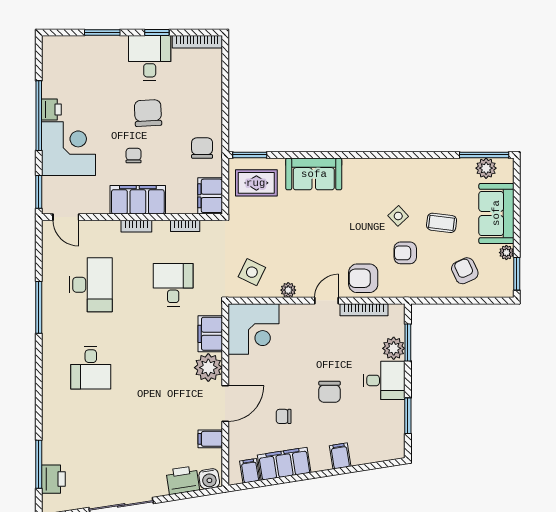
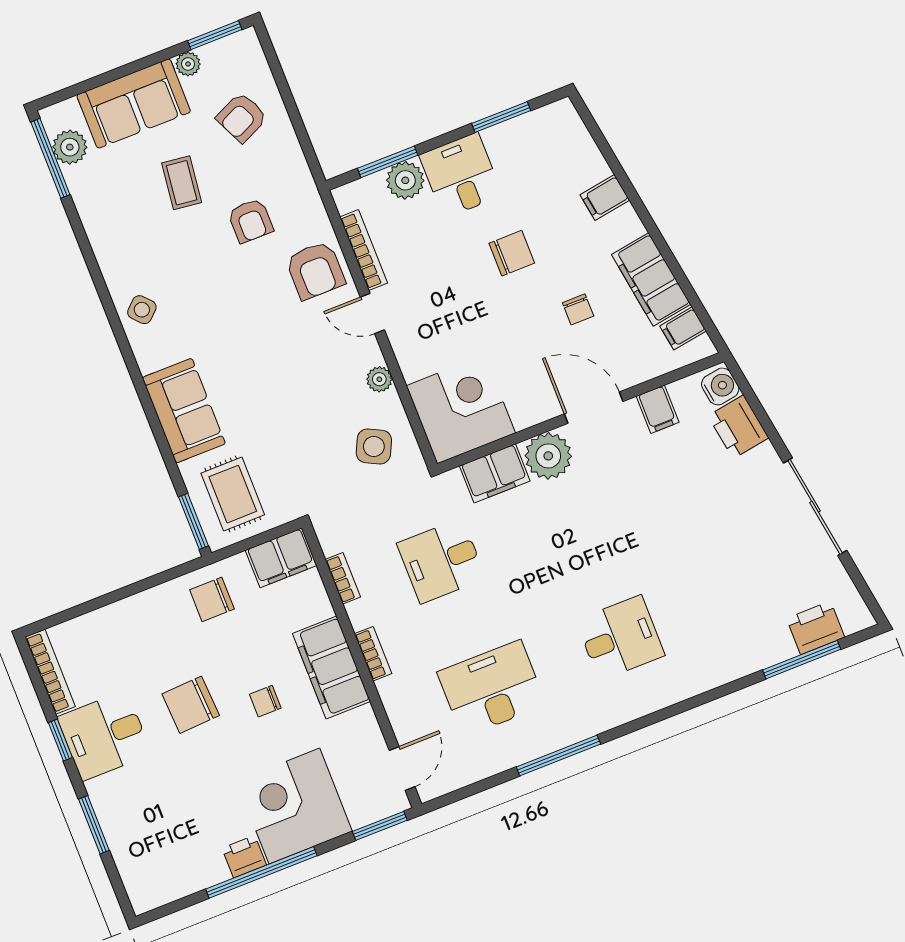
side table: (398, 216) -> (142, 310), moved

